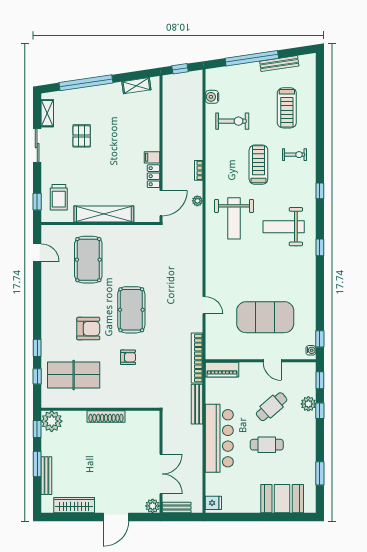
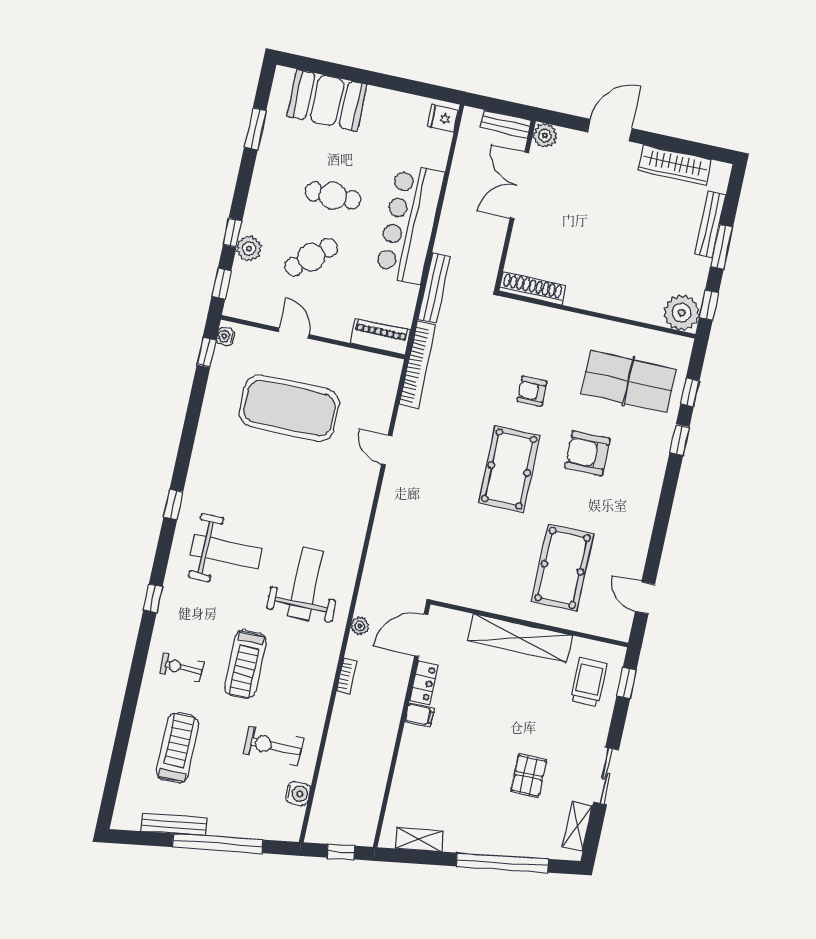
shoe rack: (106, 416) -> (532, 288), moved

